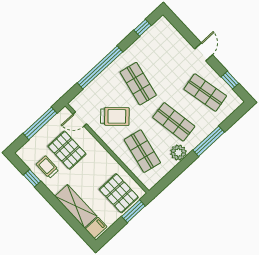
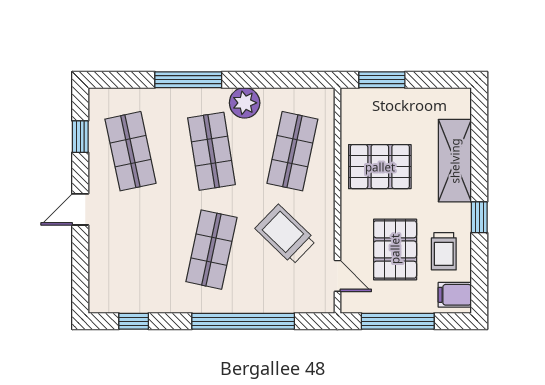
window: (32, 178) -> (479, 217), moved
pallet: (119, 193) -> (380, 167), moved, turned 90
filing cabinet: (96, 228) -> (455, 295), moved

